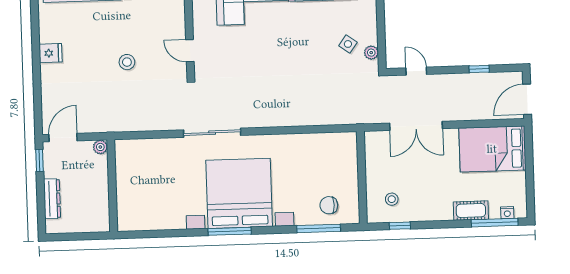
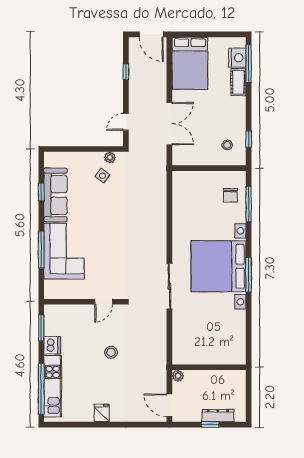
window: (39, 160) -> (210, 425), moved
nightstand: (507, 213) -> (237, 58), width x1.89, depth x1.79

